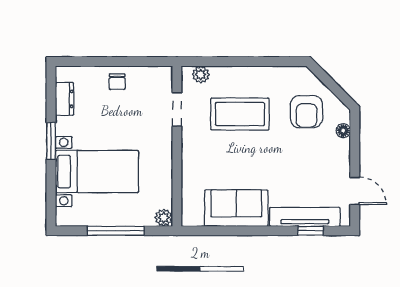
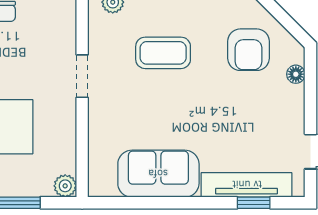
doorway: (177, 109) -> (82, 76), moved
coffee table: (240, 114) -> (163, 53), width x0.73, depth x0.76

